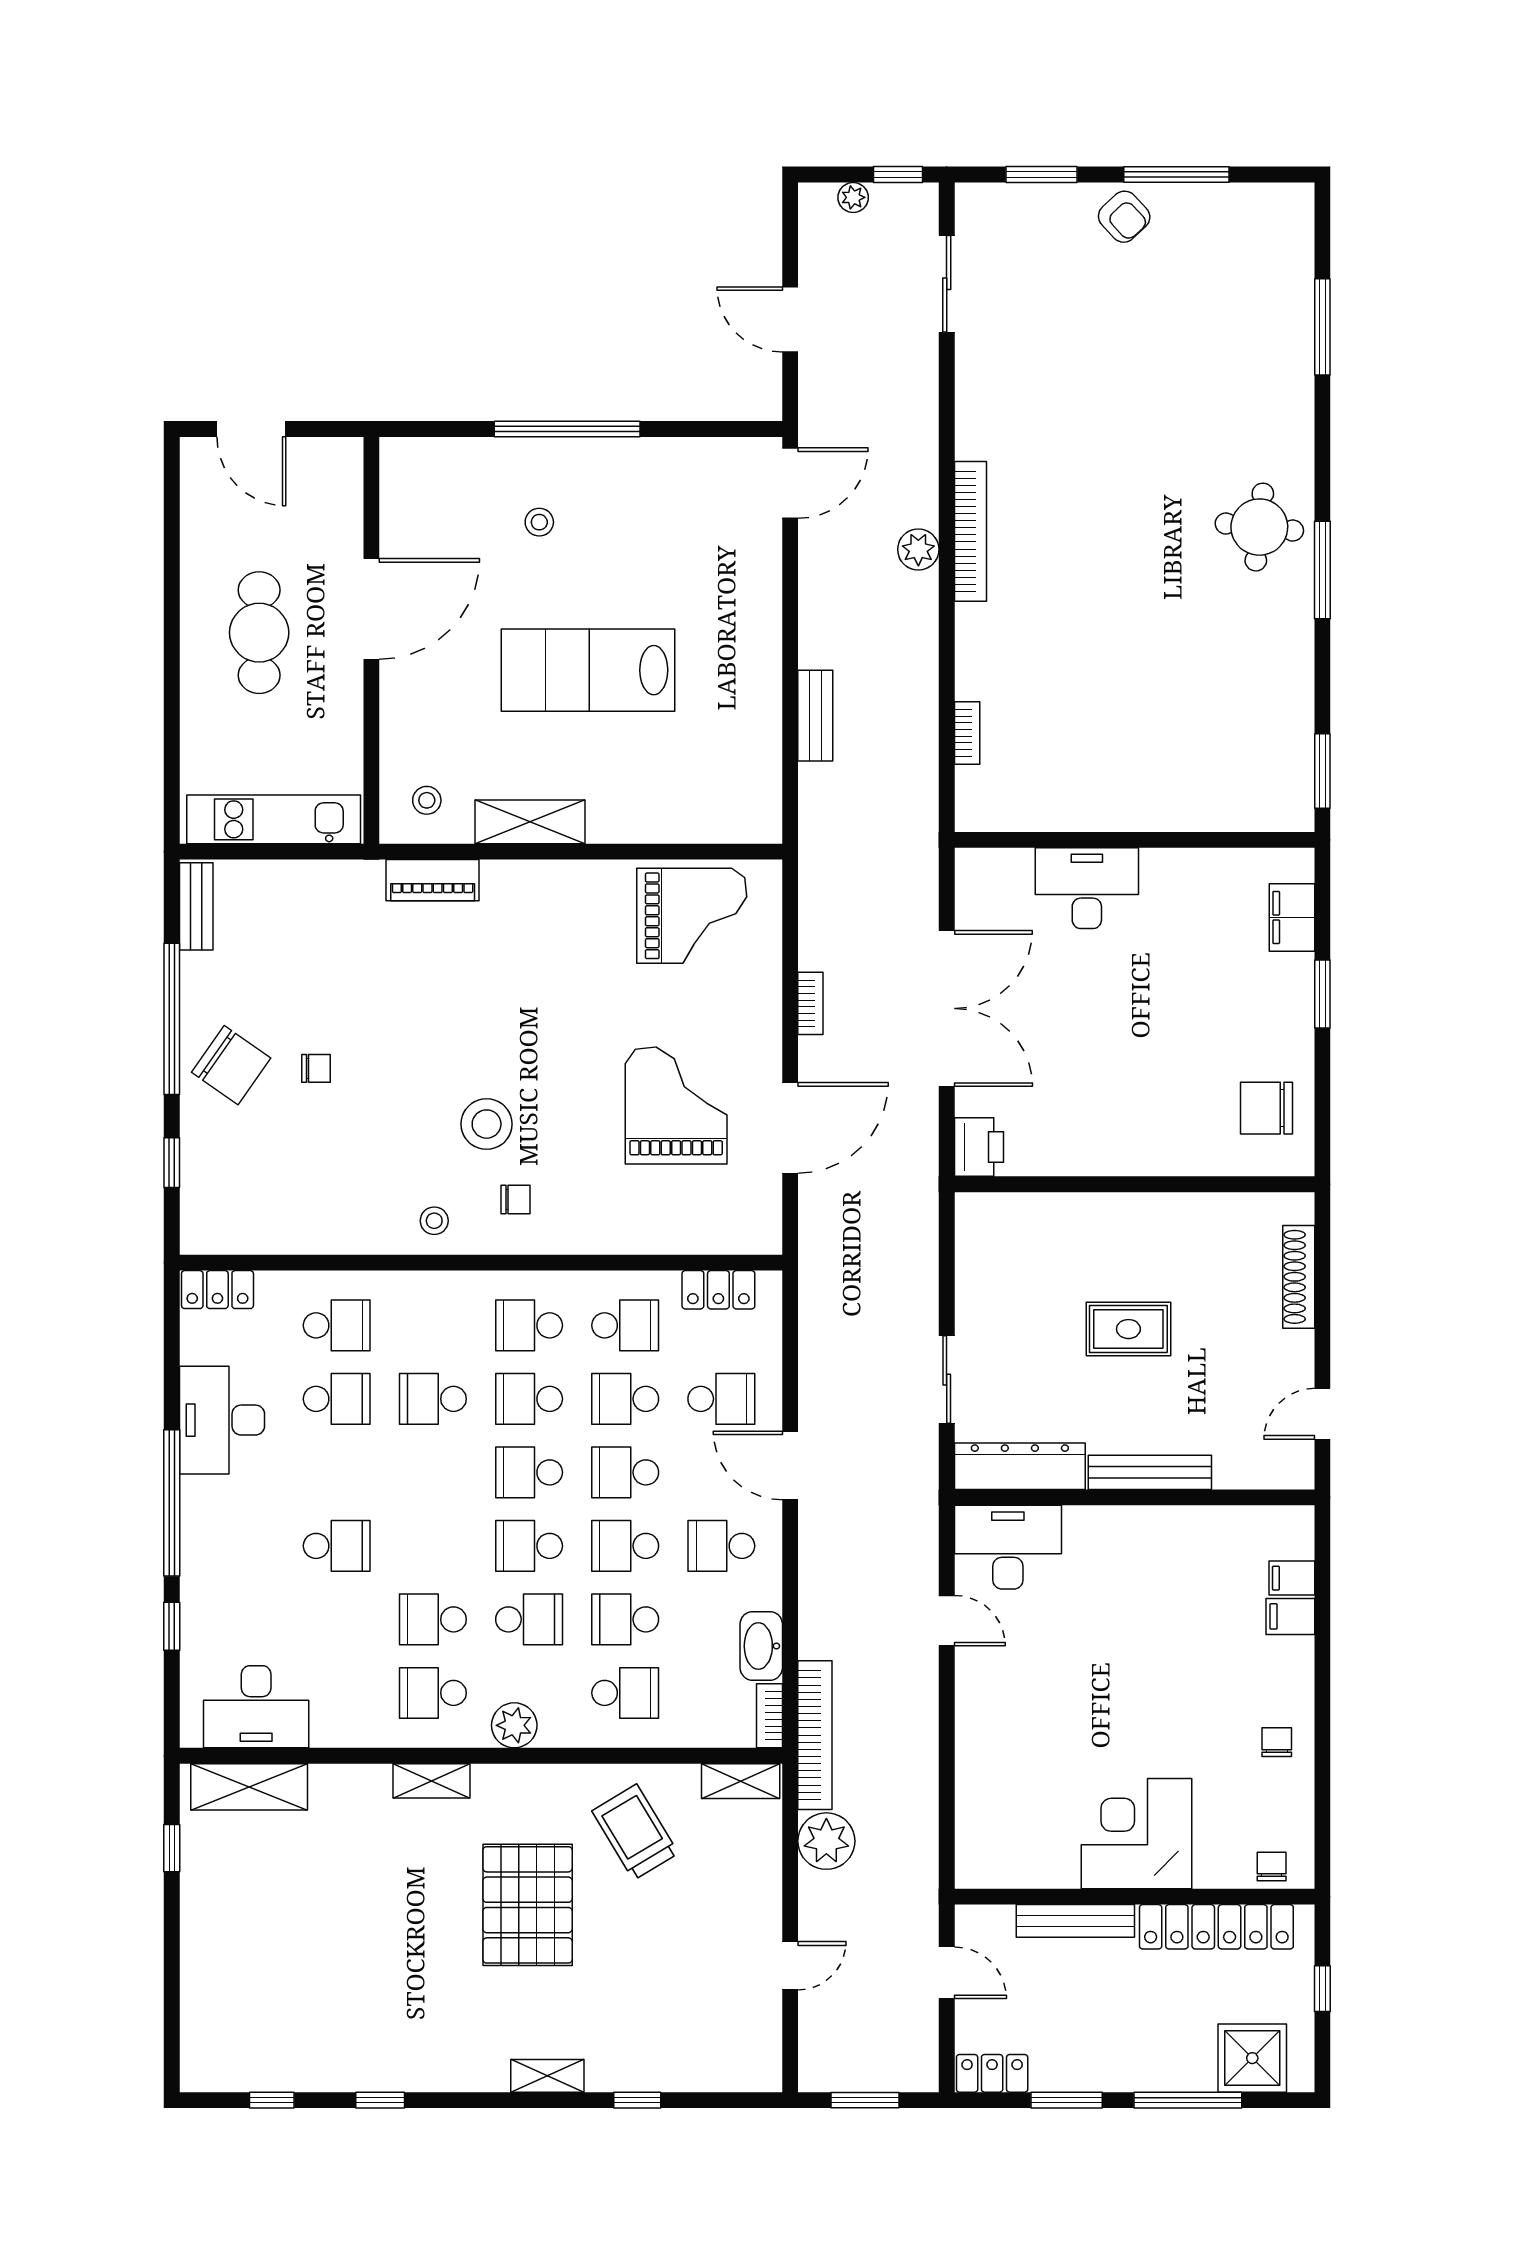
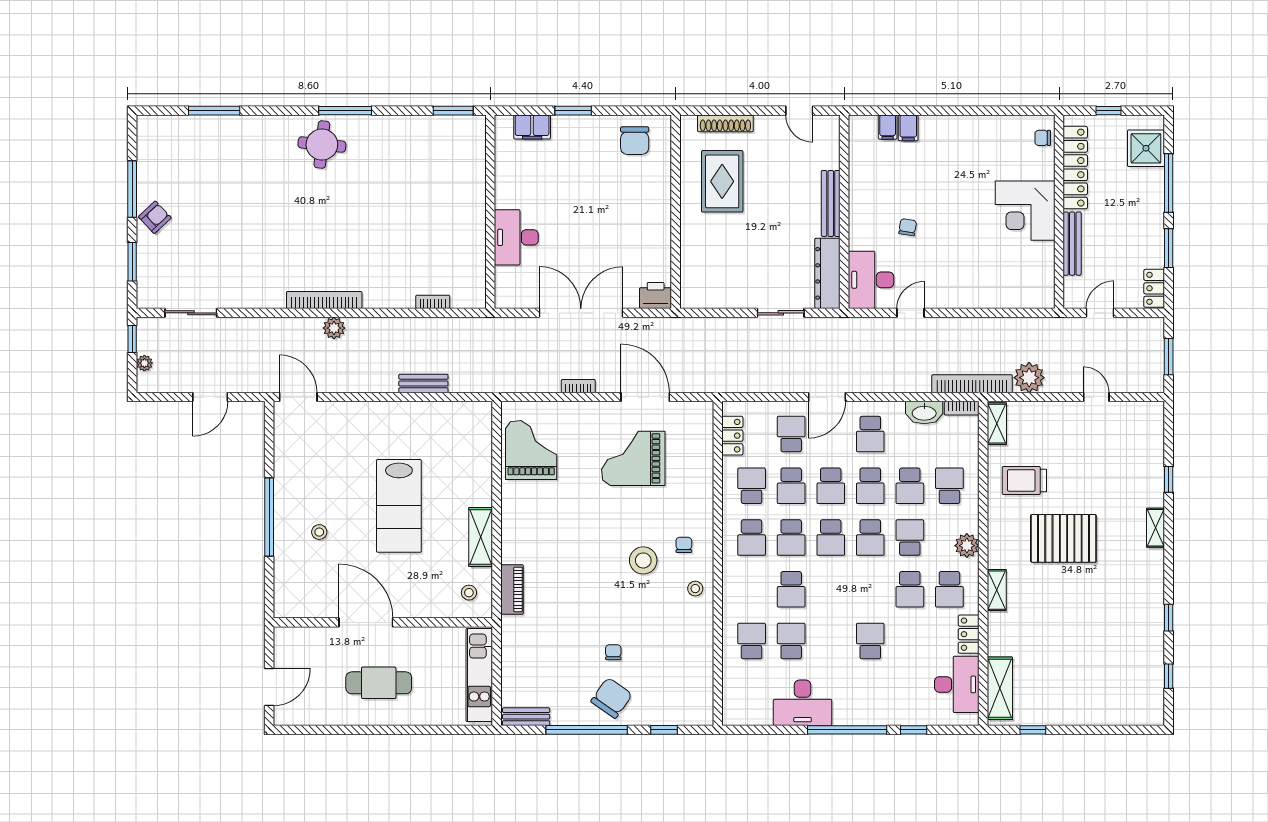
locker: (217, 1290) -> (969, 634), moved, turned 180
rug: (1128, 1329) -> (722, 181), moved, width x1.36, depth x1.43
chair: (1277, 1742) -> (908, 227), moved, turned 99
trolley: (635, 1832) -> (1024, 480), turned 31

